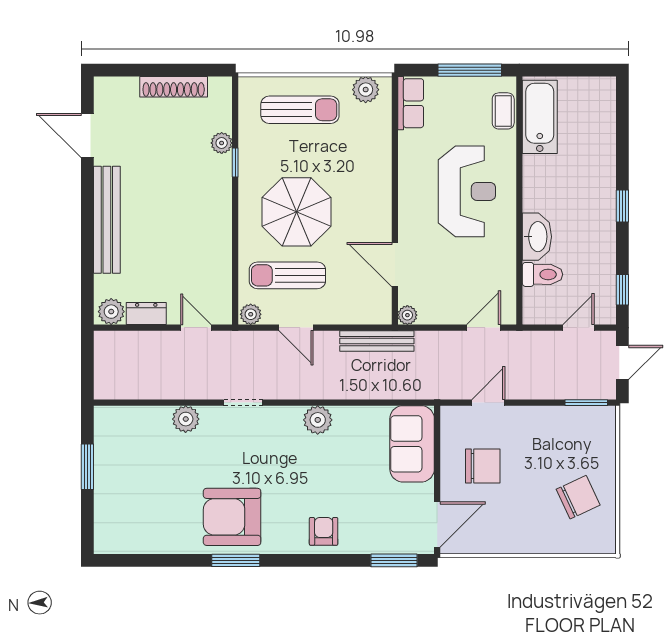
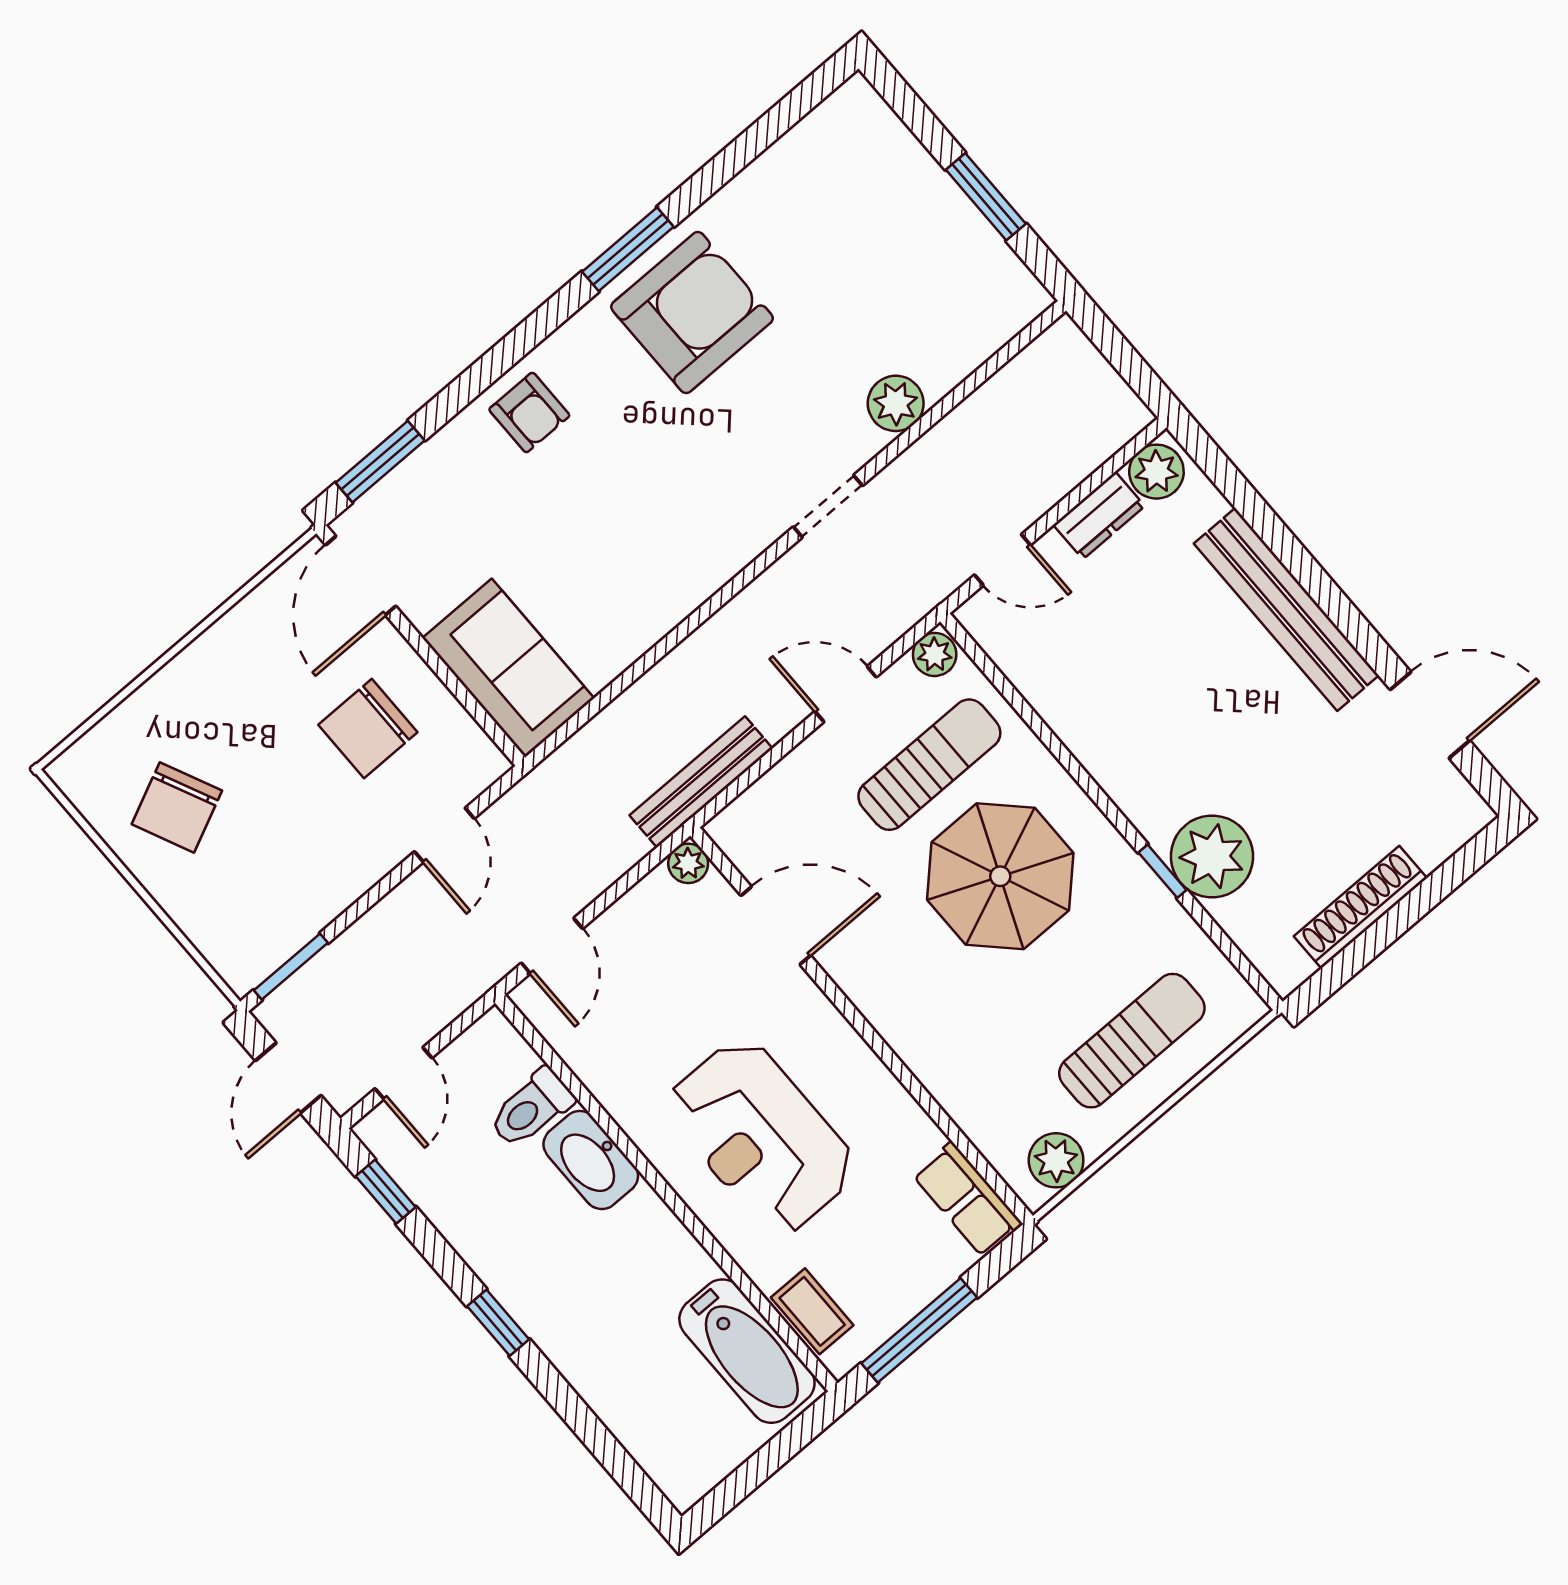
sun lounger: (300, 110) -> (1132, 1041), turned 180
plant: (222, 143) -> (1212, 856), width x1.87, depth x1.87
plant: (318, 420) -> (688, 579), removed

